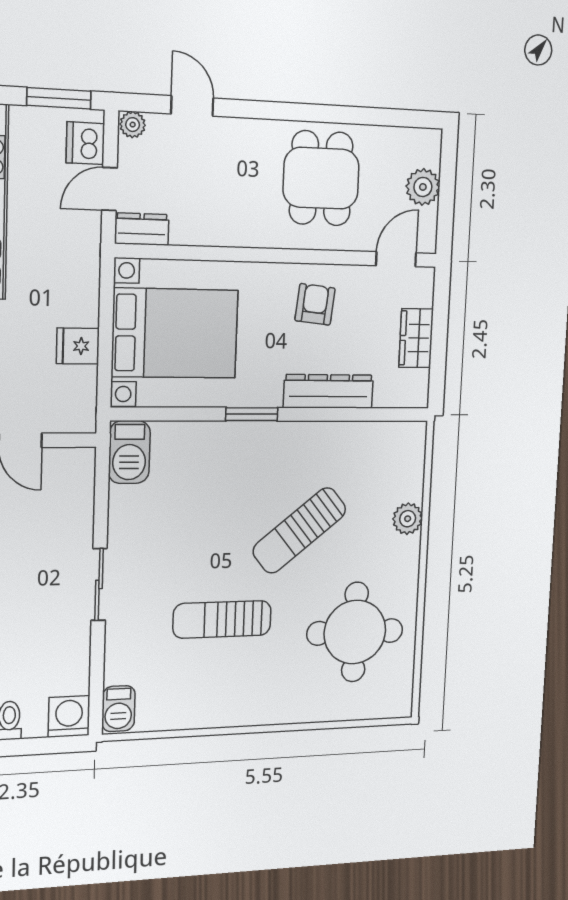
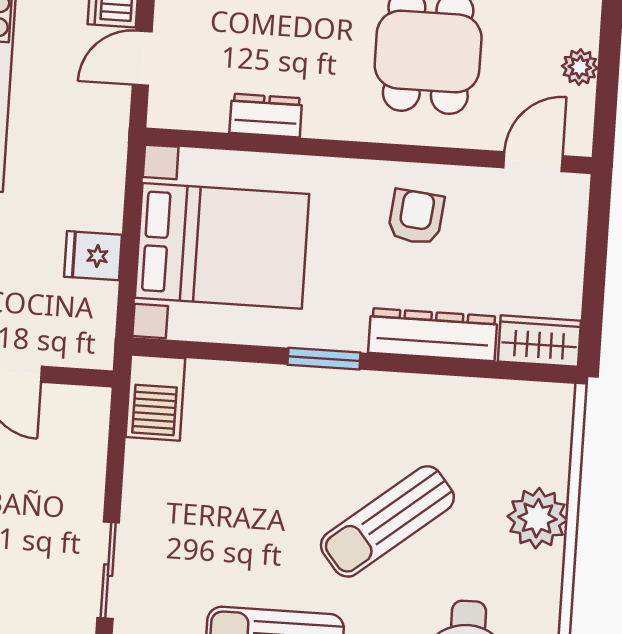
plant: (423, 187) -> (580, 67), width x0.73, depth x0.73
dresser: (142, 229) -> (266, 116), moved
wardrobe: (416, 338) -> (539, 341), moved, turned 90
plant: (408, 519) -> (537, 518), width x1.36, depth x1.36

